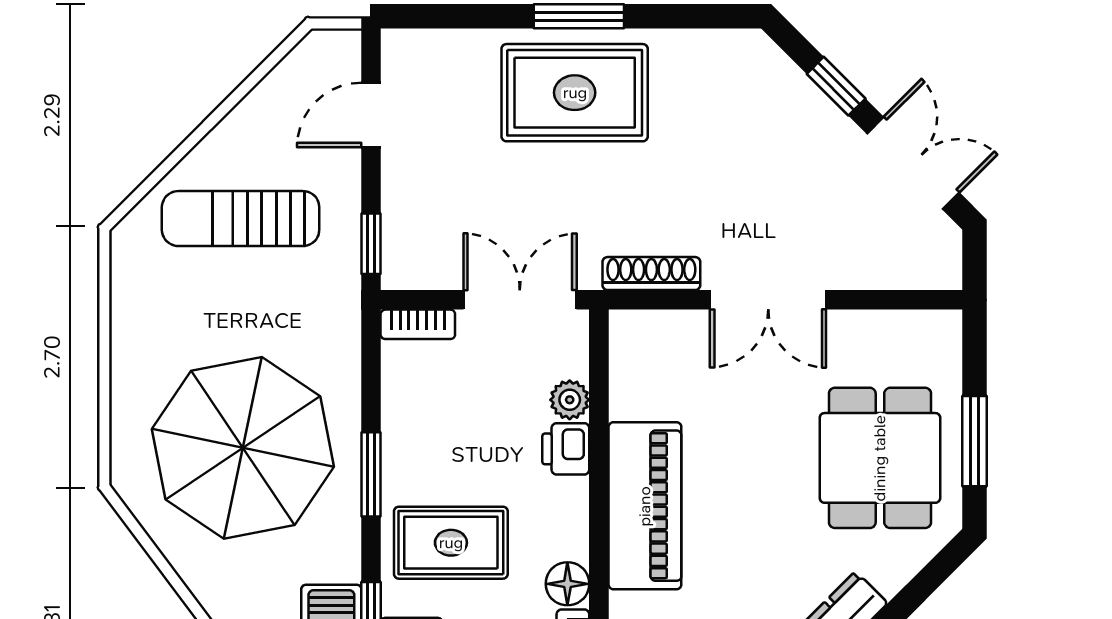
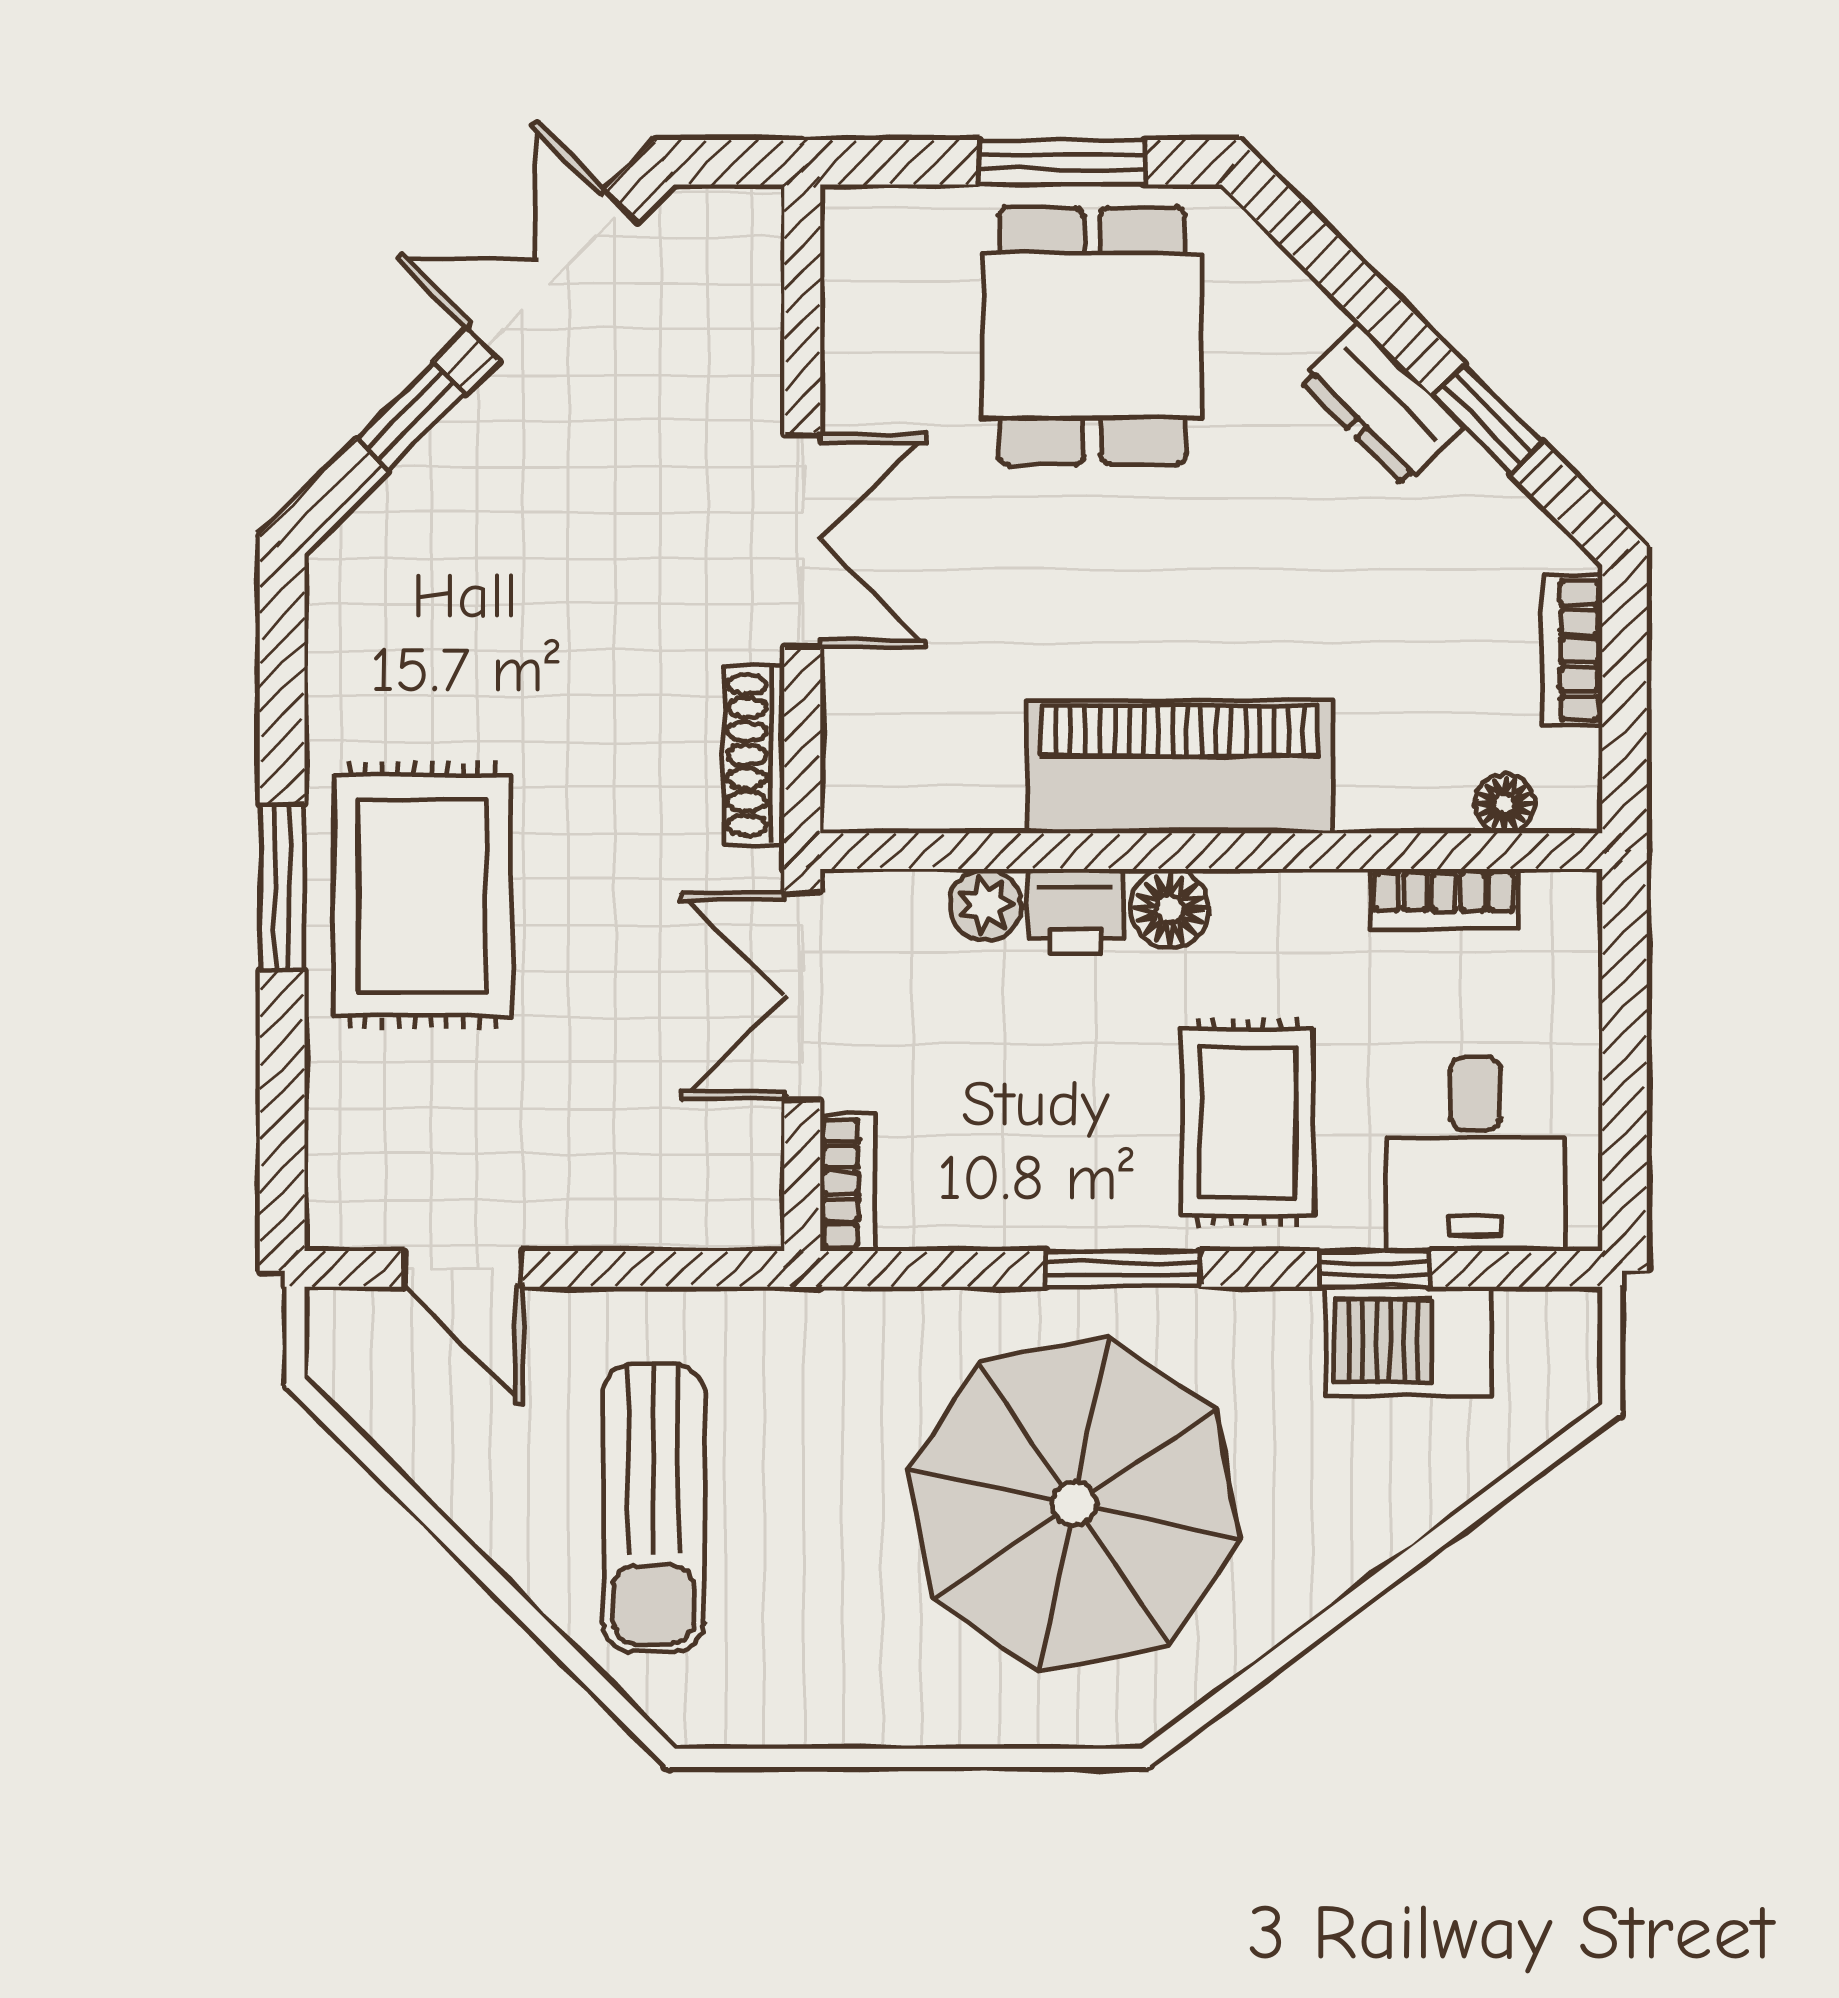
window: (371, 244) -> (699, 1269), removed
dining table: (880, 458) -> (1092, 336), turned 90
floor lamp: (567, 584) -> (1170, 909), moved

